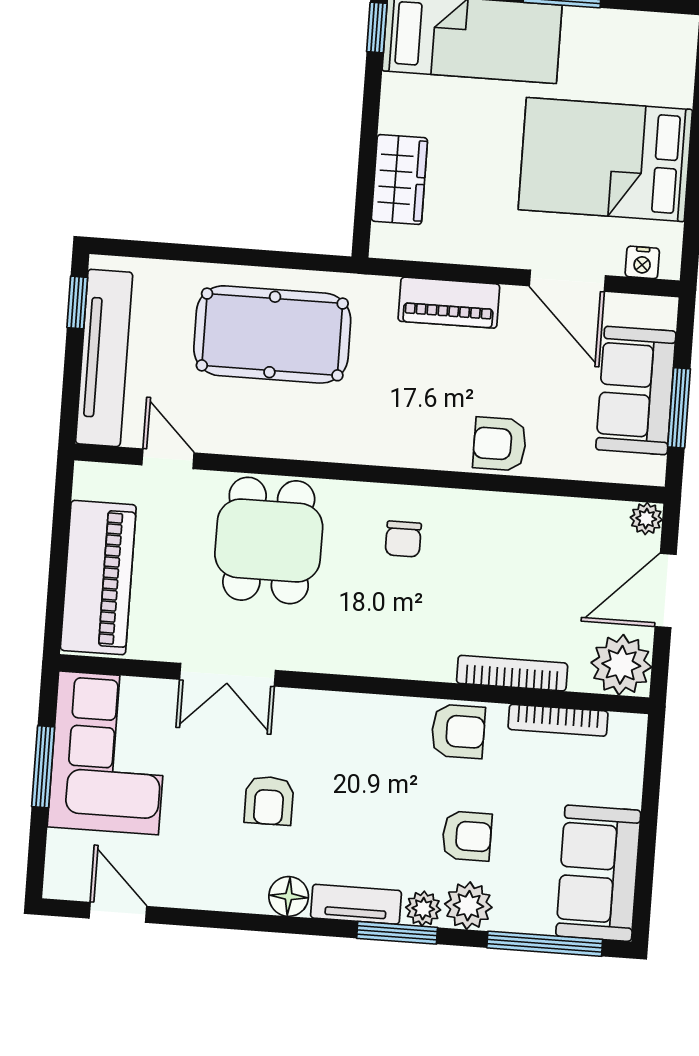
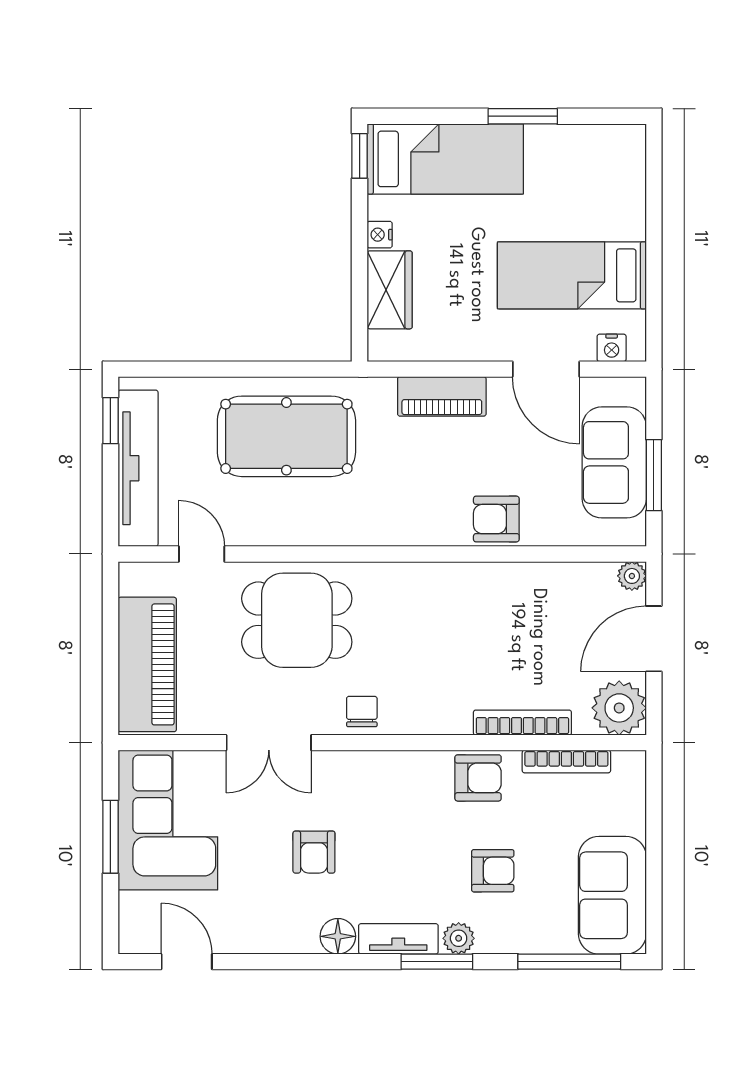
nightstand: (393, 117) -> (380, 235), added
bed: (605, 160) -> (572, 275), width x0.67
chair: (403, 539) -> (362, 712), moved, turned 180
dining table: (269, 540) -> (297, 620), turned 90
plant: (468, 906) -> (499, 933), removed

